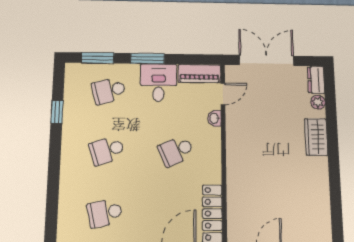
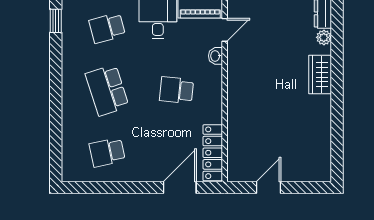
window: (57, 112) -> (56, 21), moved
school desk: (107, 150) -> (107, 90), width x1.85
school desk: (176, 151) -> (177, 90), turned 30

